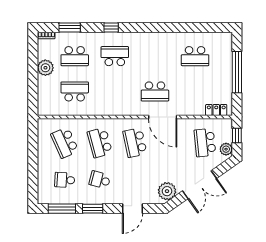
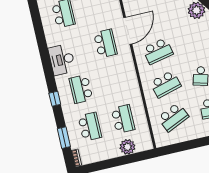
desk: (149, 44) -> (62, 60), added
plant: (45, 68) -> (127, 147), moved
school desk: (75, 91) -> (123, 119), turned 180

